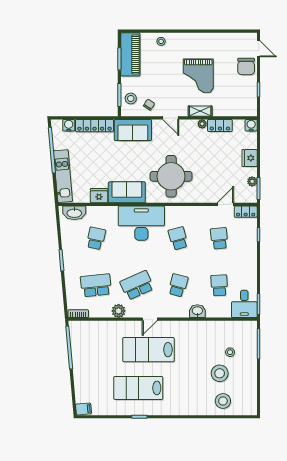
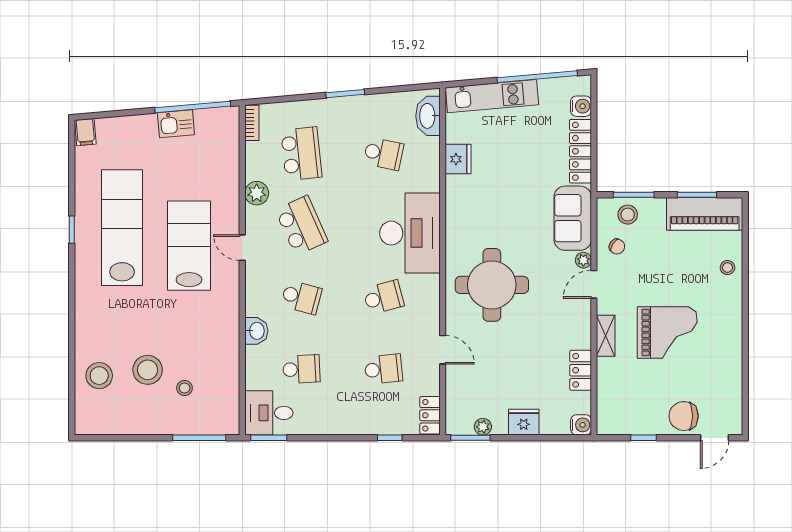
grand piano: (198, 76) -> (667, 332), turned 180
plant: (202, 124) -> (583, 260), moved
sofa: (127, 192) -> (464, 208), removed
door: (225, 204) -> (443, 350), moved
kitchen sink: (79, 357) -> (176, 124), added
lab bench: (138, 388) -> (122, 228), width x1.36

